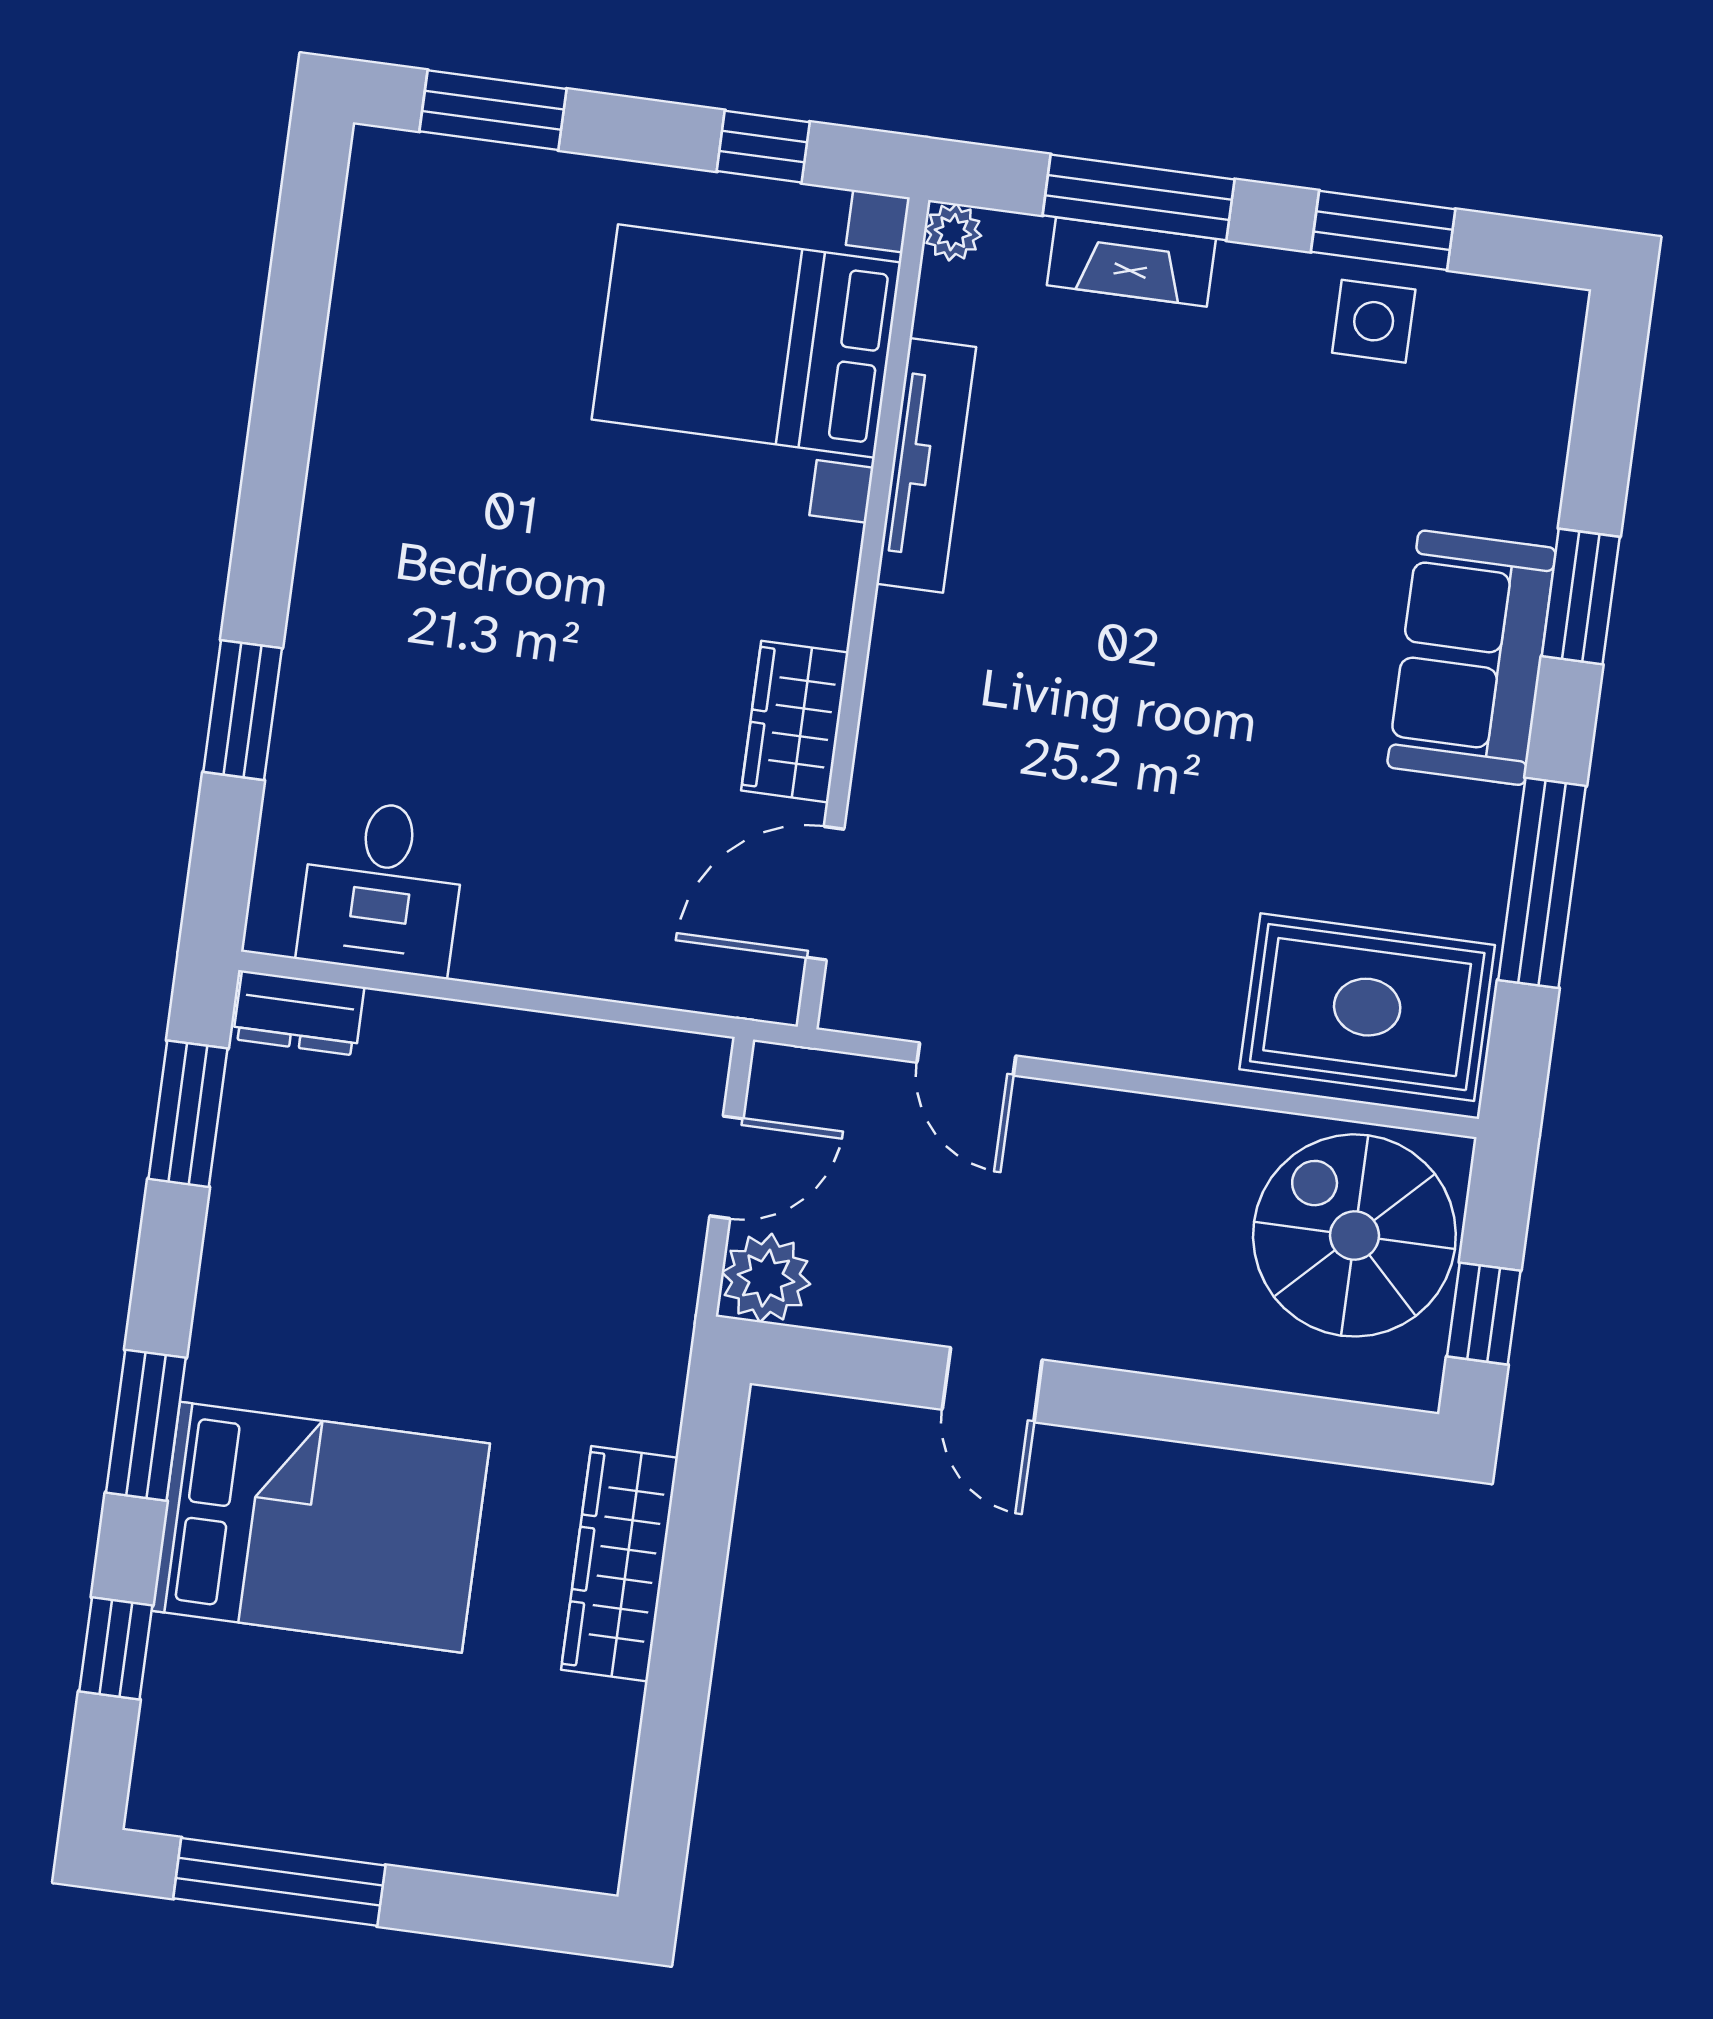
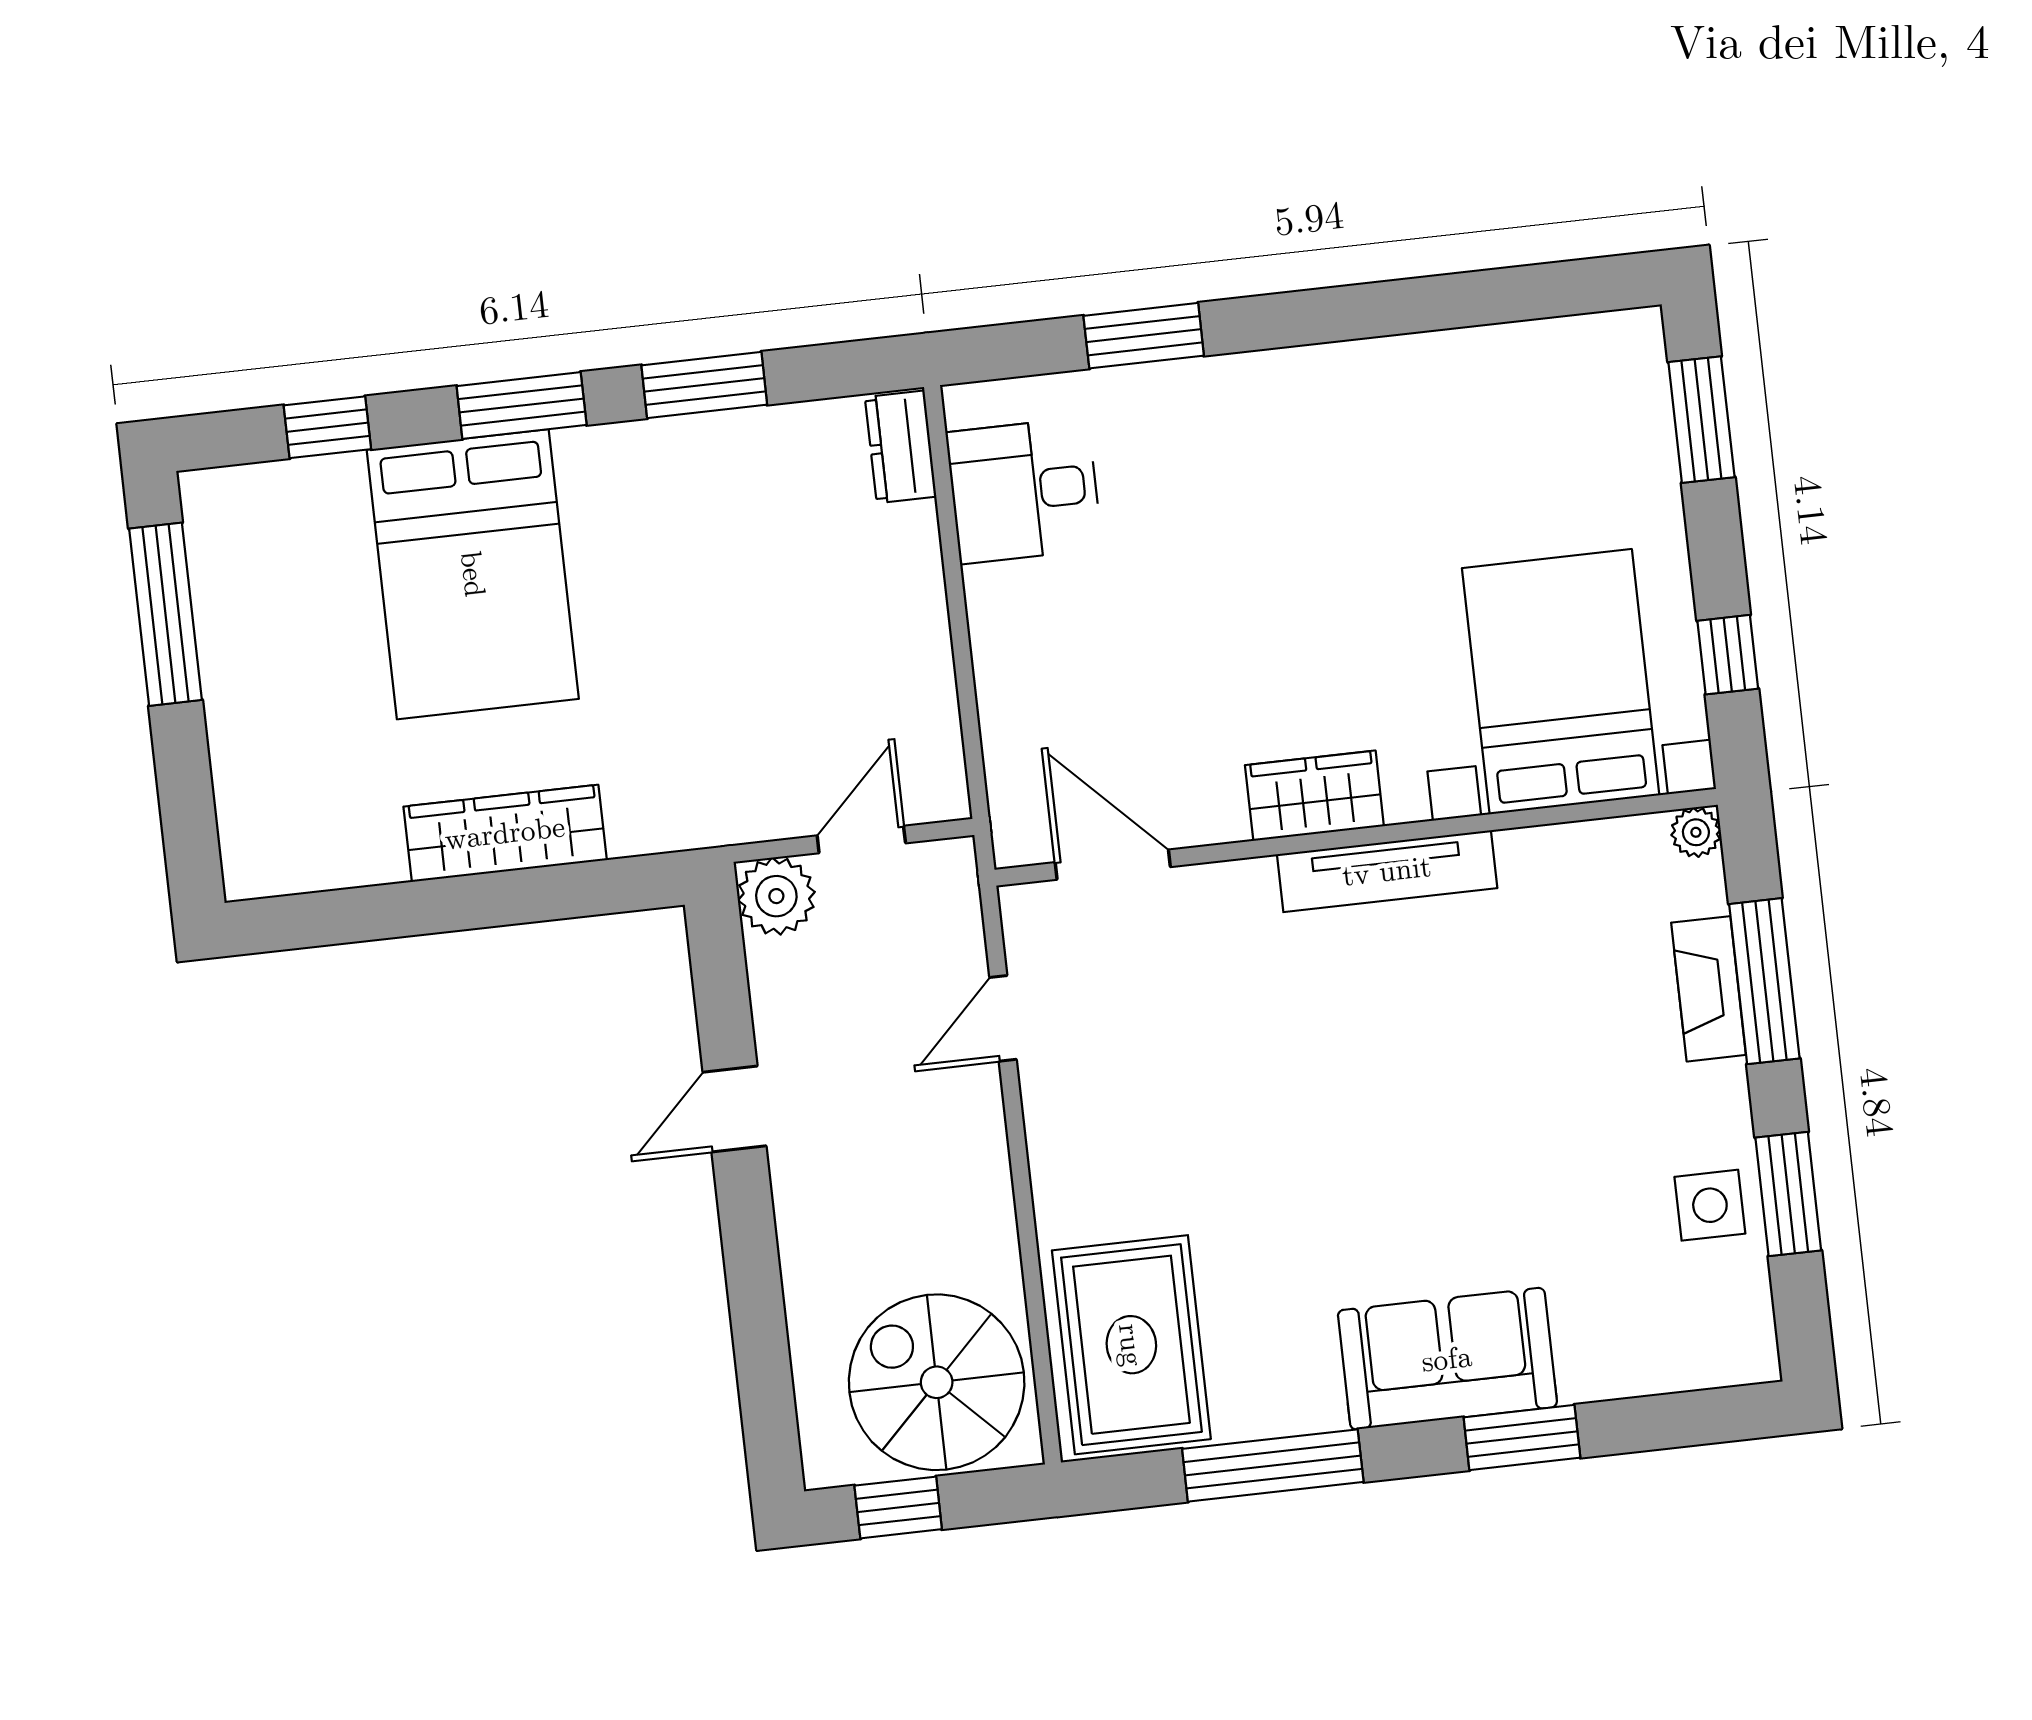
tv unit: (926, 465) -> (1387, 871), moved
wardrobe: (795, 722) -> (1314, 796), moved
window: (188, 1114) -> (704, 385), moved
door: (726, 1167) -> (861, 839), swing flipped
spiral stairs: (1354, 1235) -> (937, 1382), turned -90

